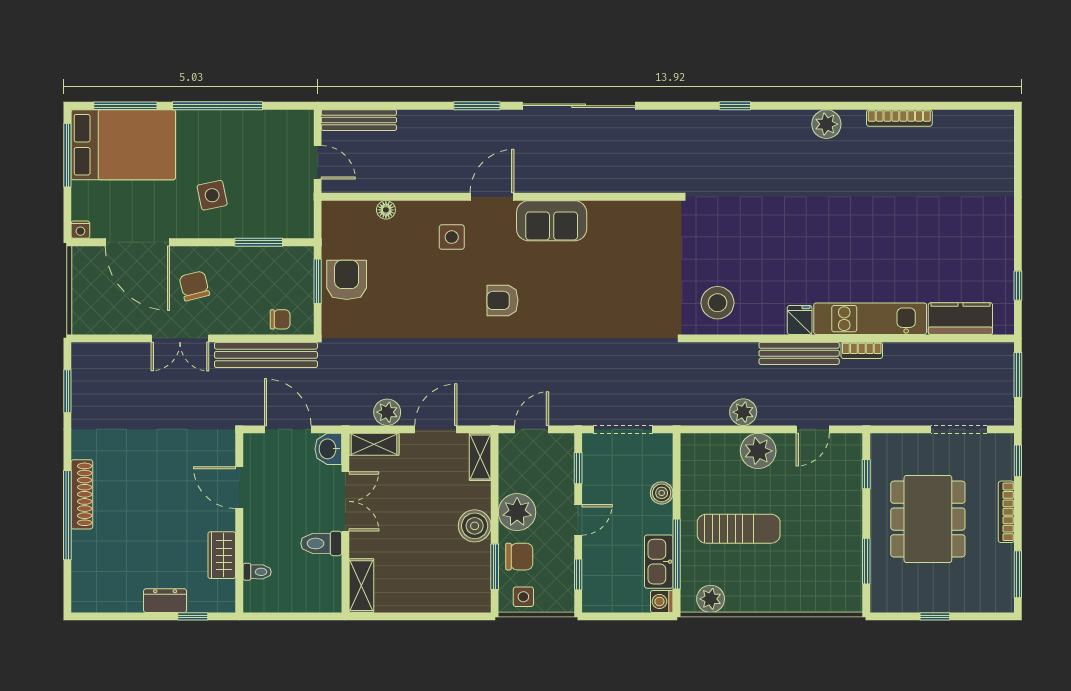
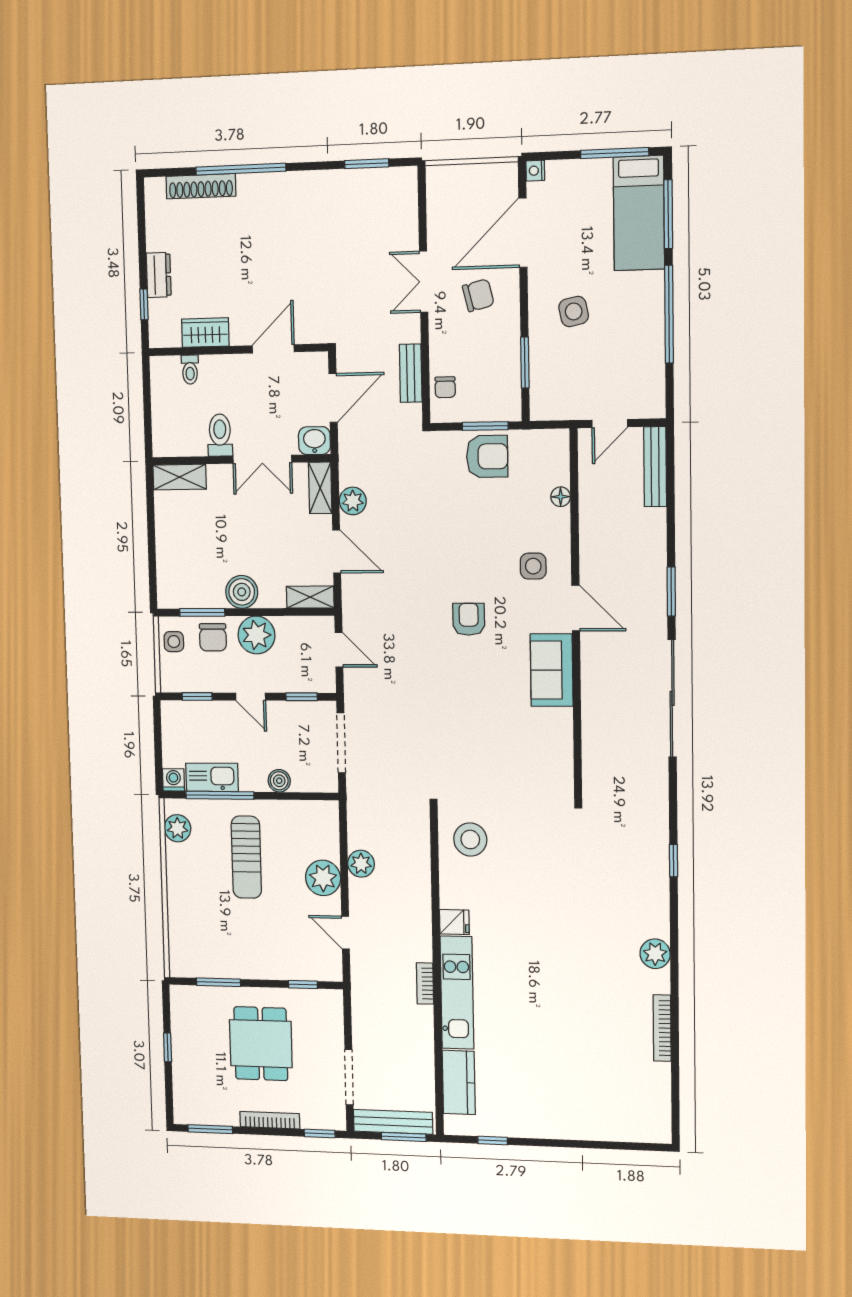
bed: (123, 145) -> (639, 213), width x0.67
bench: (799, 353) -> (393, 1122), moved, turned 90
bench: (266, 355) -> (411, 373), width x0.54, depth x0.82
shoe rack: (82, 494) -> (201, 186), moved
dining table: (928, 519) -> (261, 1044), width x0.73

